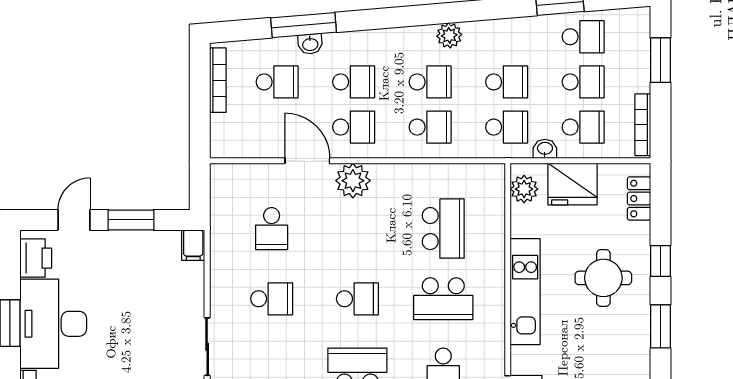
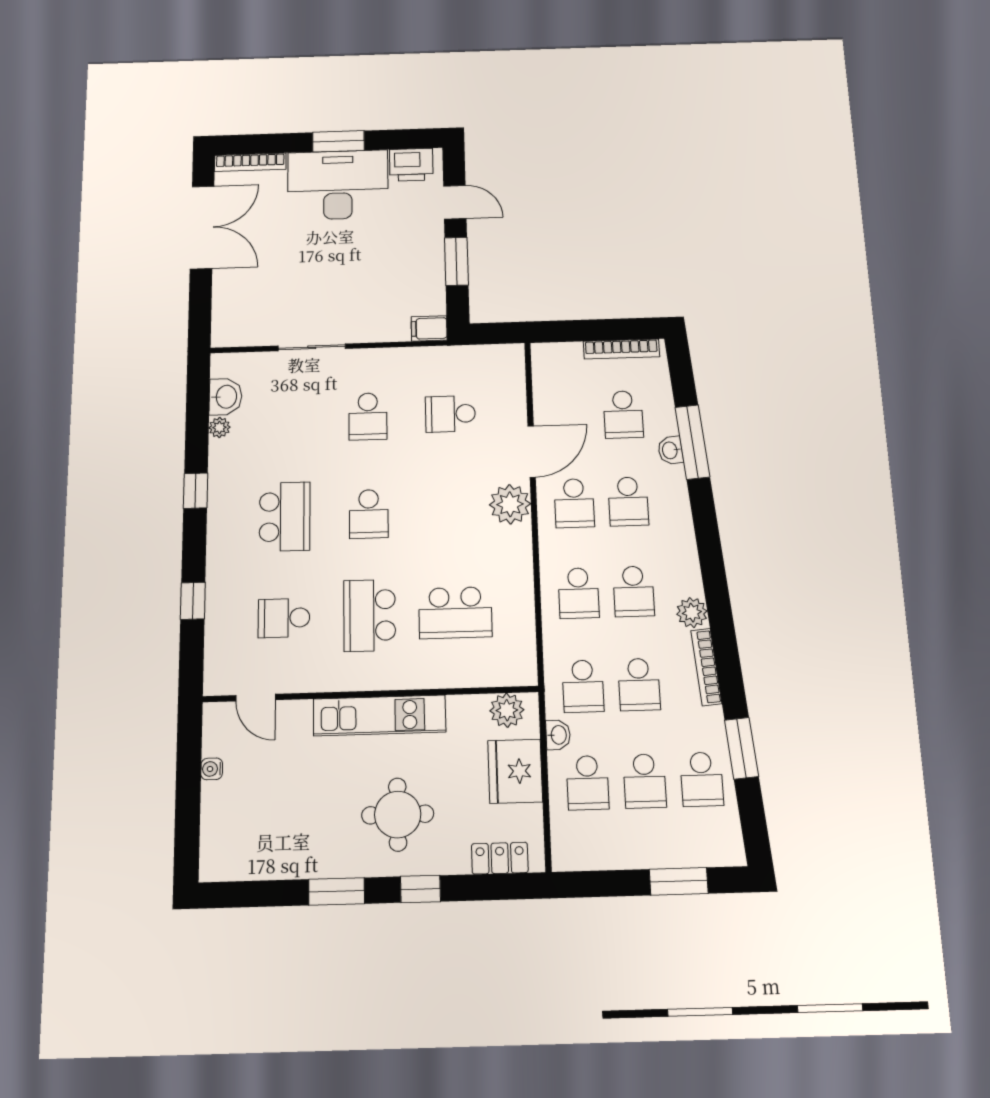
bookcase: (643, 125) -> (706, 667), moved, turned -95

